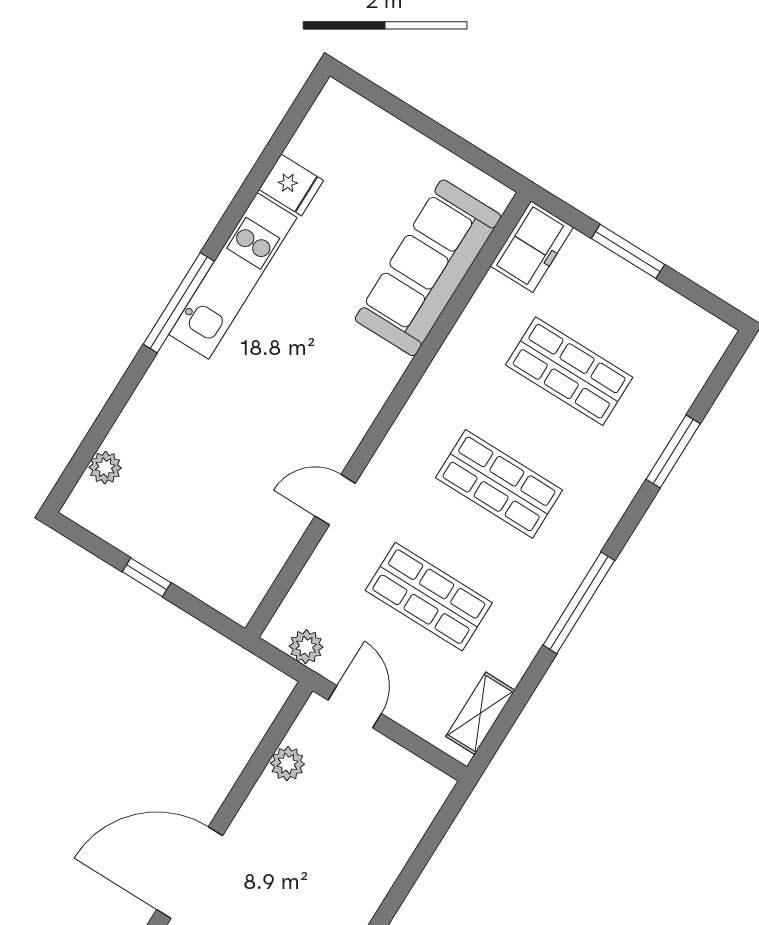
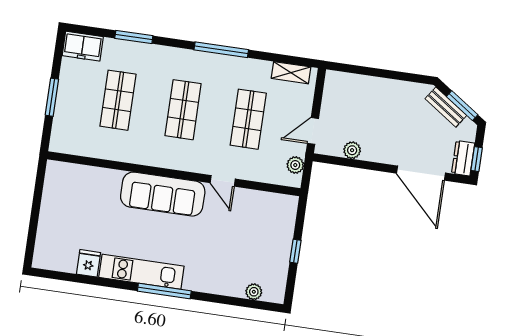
freezer: (532, 247) -> (83, 46), moved, turned 180
sofa: (428, 268) -> (163, 194), moved

